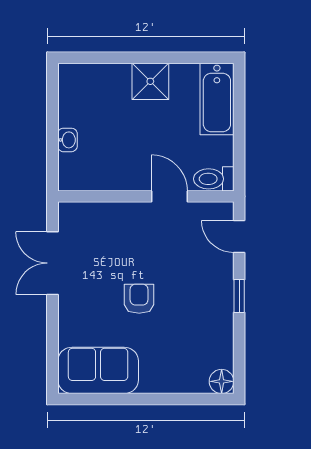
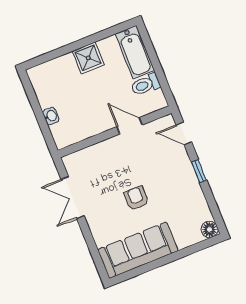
toilet: (214, 179) -> (146, 85), moved
sofa: (98, 370) -> (138, 250), width x1.36

